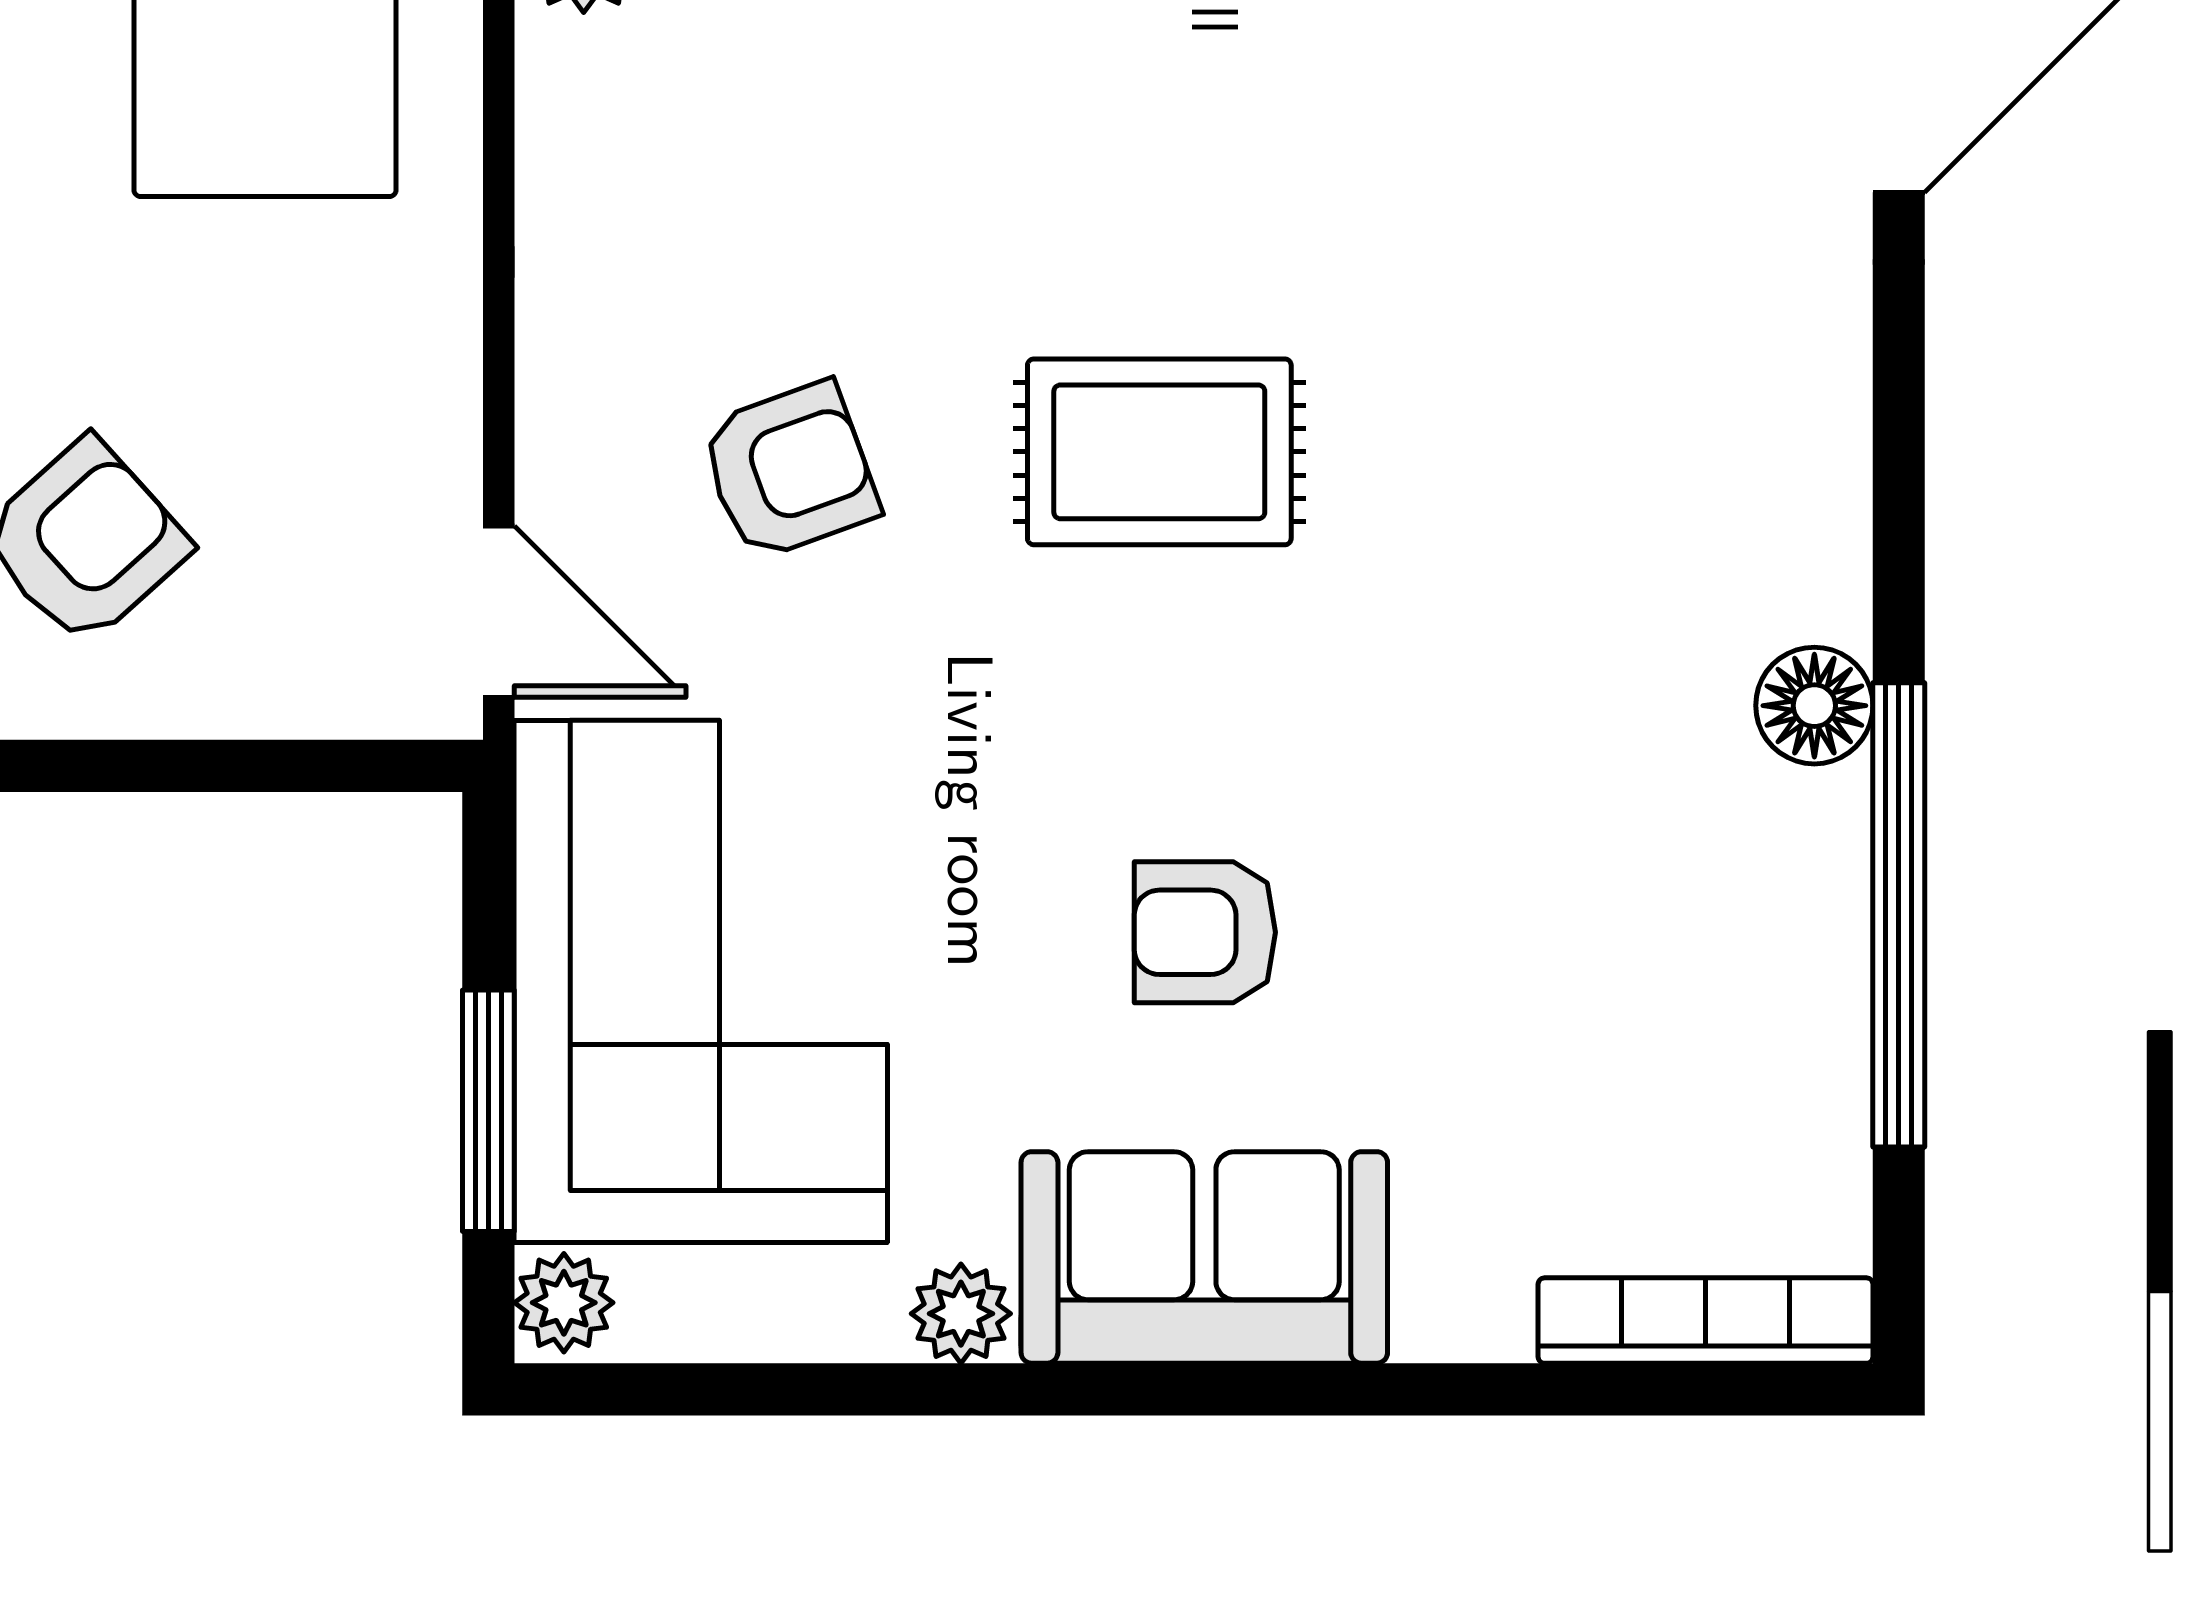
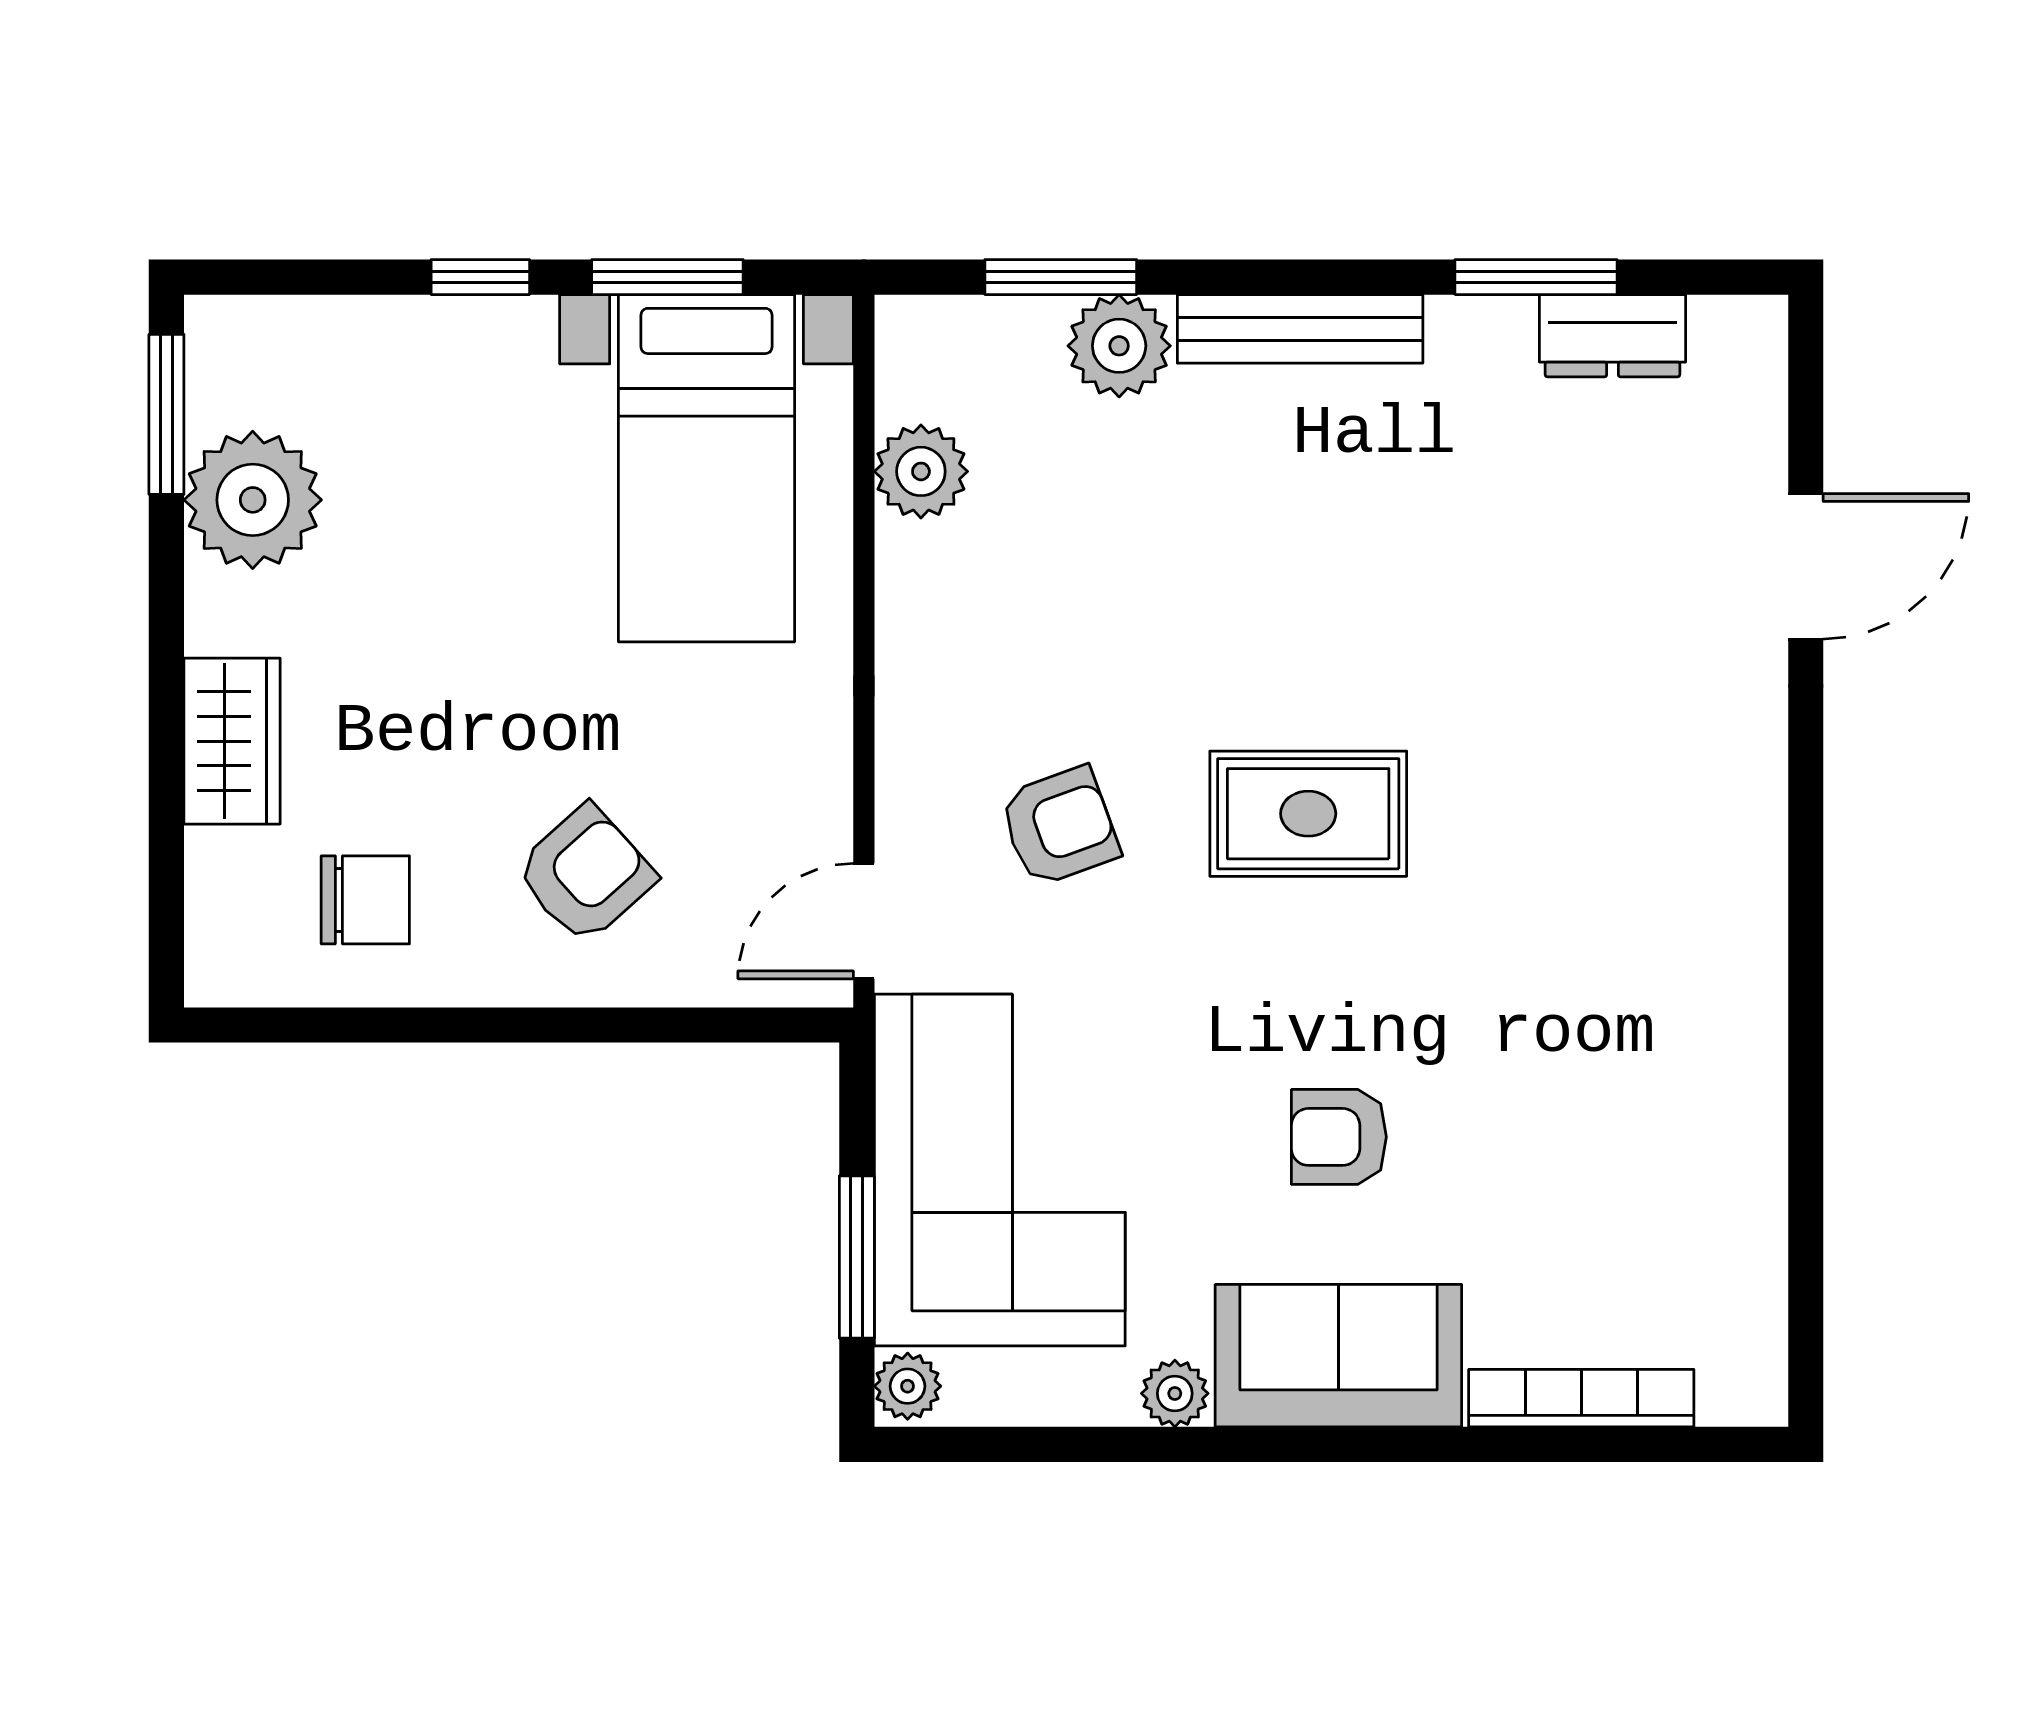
door: (499, 612) -> (864, 921), swing flipped
floor lamp: (1814, 706) -> (1749, 984), removed
window: (1899, 915) -> (1806, 1125), removed
bookcase: (1705, 1321) -> (1581, 1398), moved

